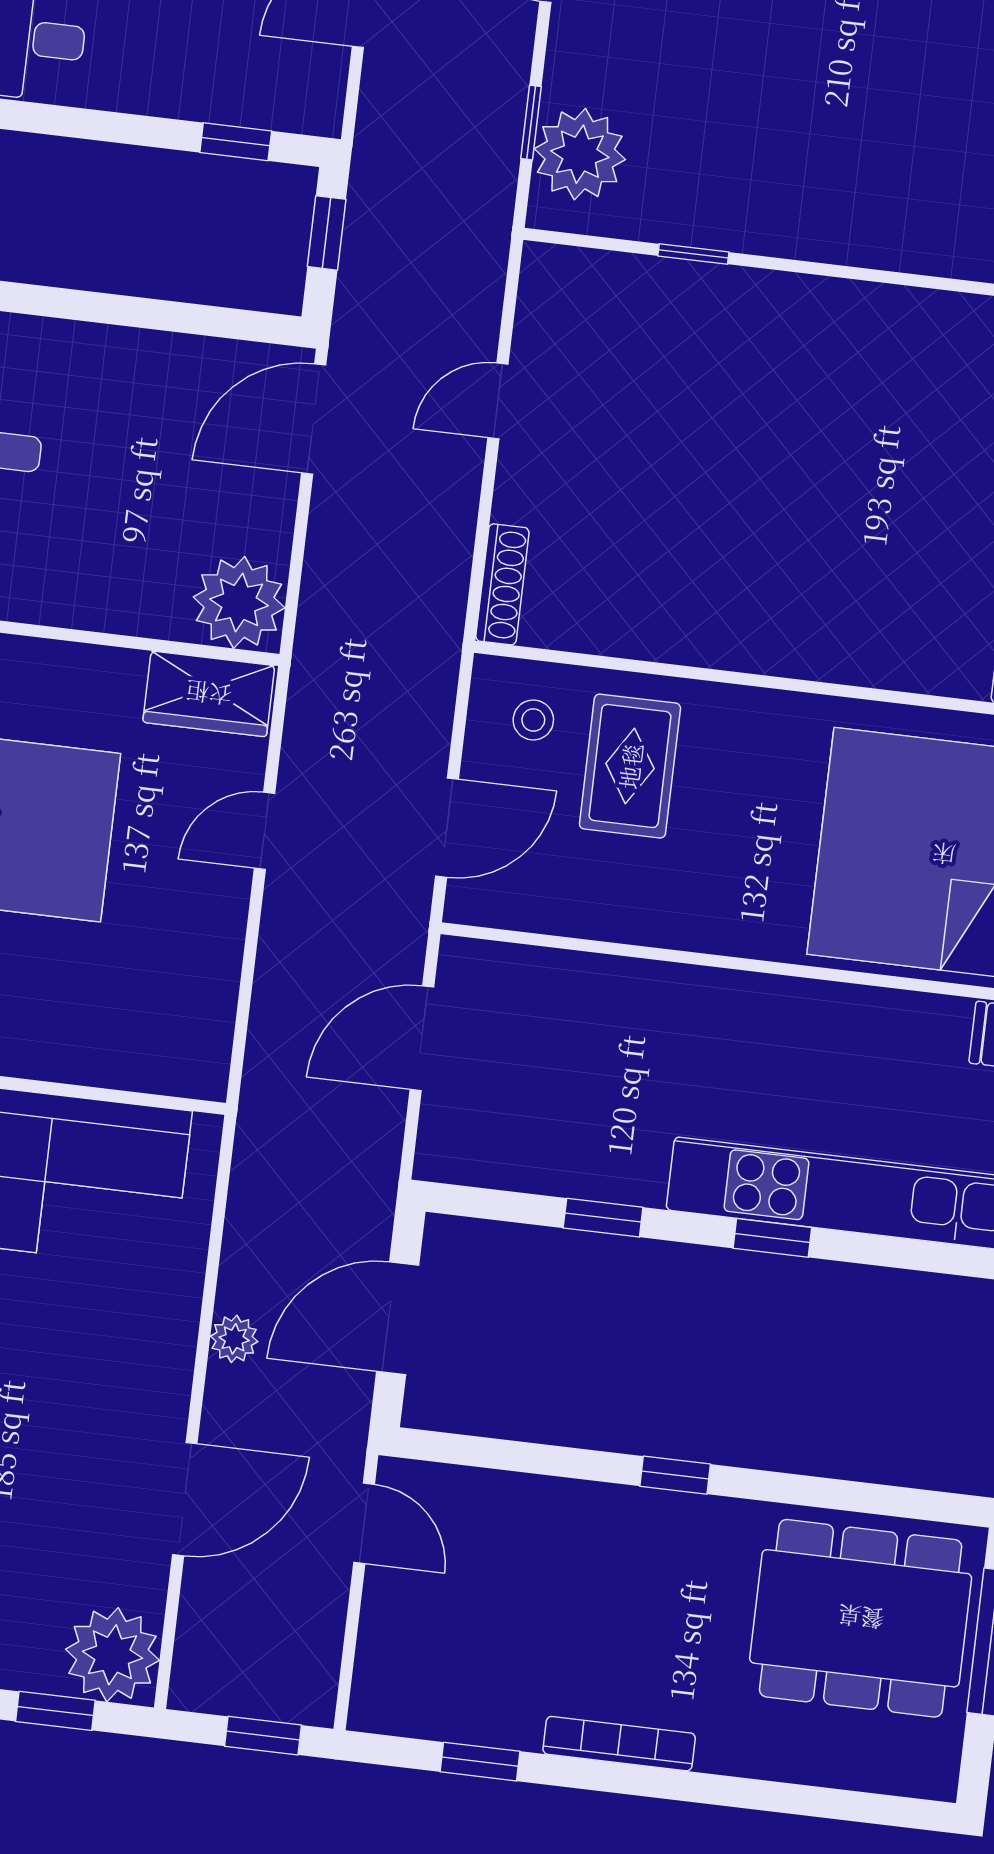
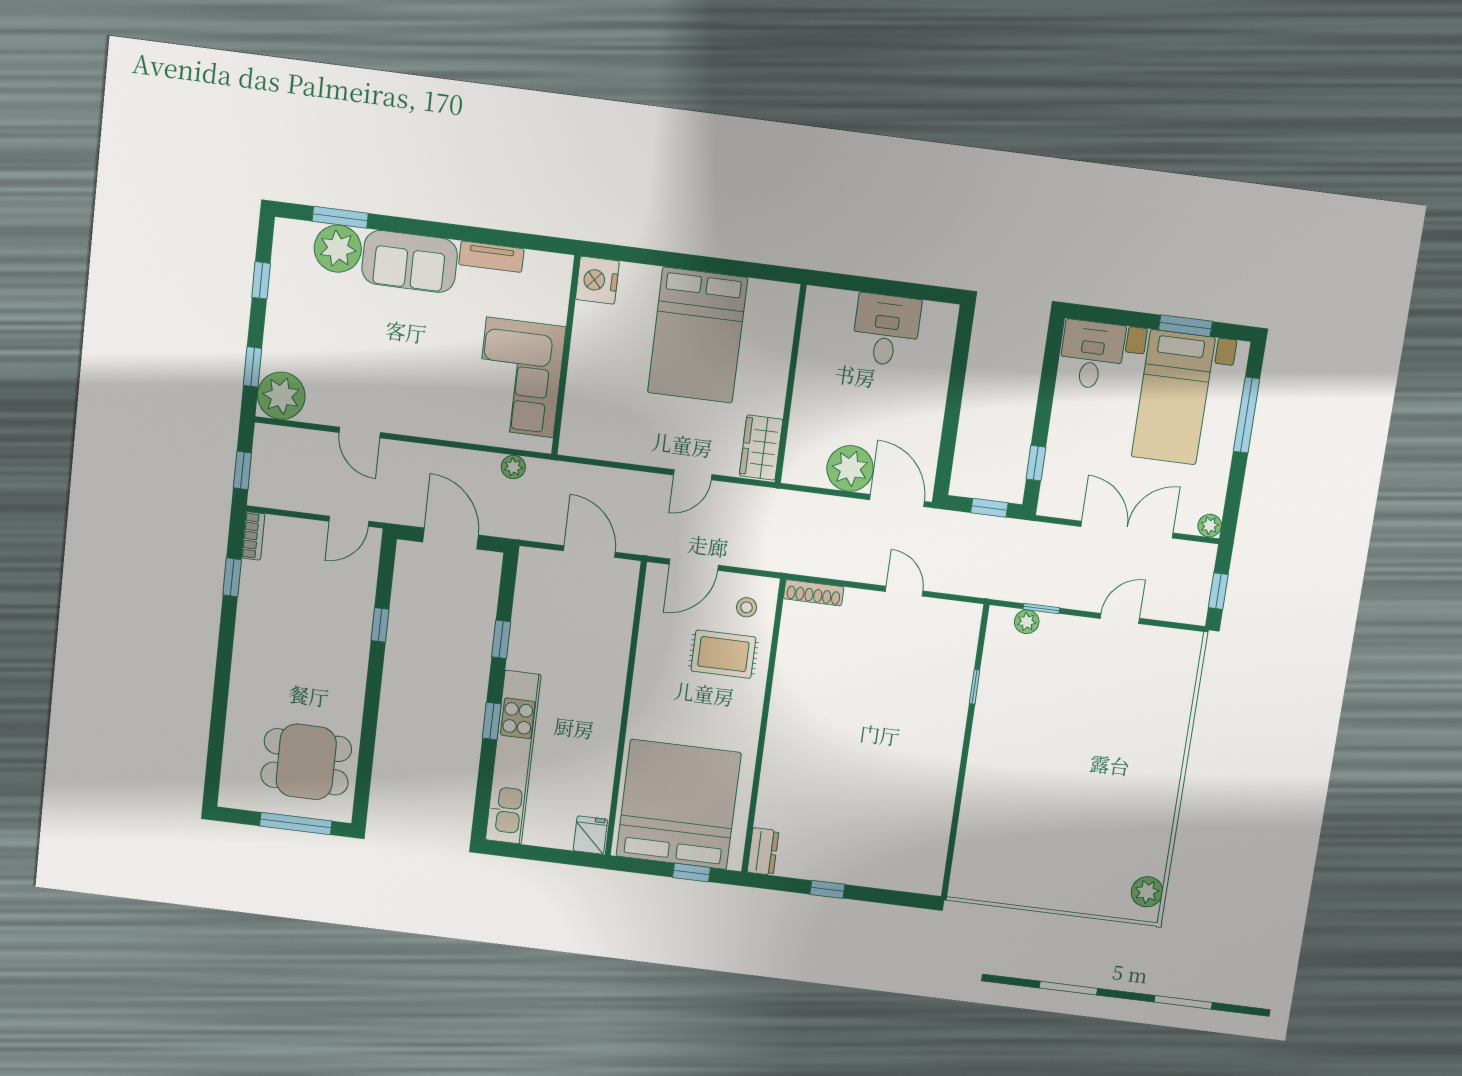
plant: (580, 154) -> (1027, 622), width x0.53, depth x0.53
plant: (239, 602) -> (850, 468), moved
door: (447, 828) -> (694, 565), hinge flipped
door: (264, 831) -> (693, 475), swing flipped
plant: (234, 1339) -> (513, 467), moved
window: (675, 1475) -> (380, 625), moved
door: (185, 1499) -> (360, 432), width x0.73
dining table: (861, 1618) -> (306, 762), width x0.73
bookcase: (619, 1744) -> (253, 536), moved, width x0.64

